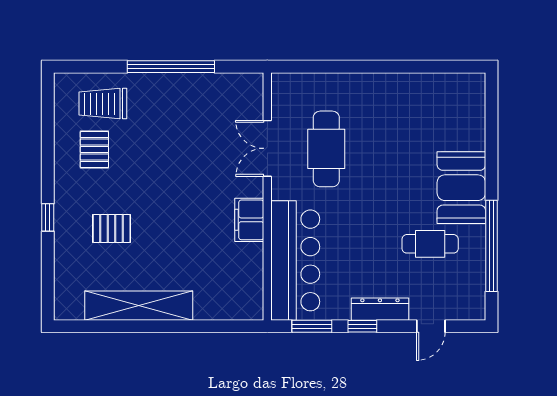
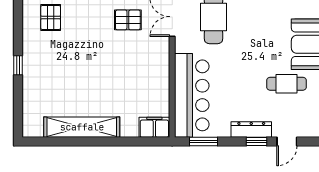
filing cabinet: (249, 220) -> (154, 127), moved, turned 90
pallet: (112, 228) -> (128, 20), moved
window: (362, 326) -> (257, 142), moved

